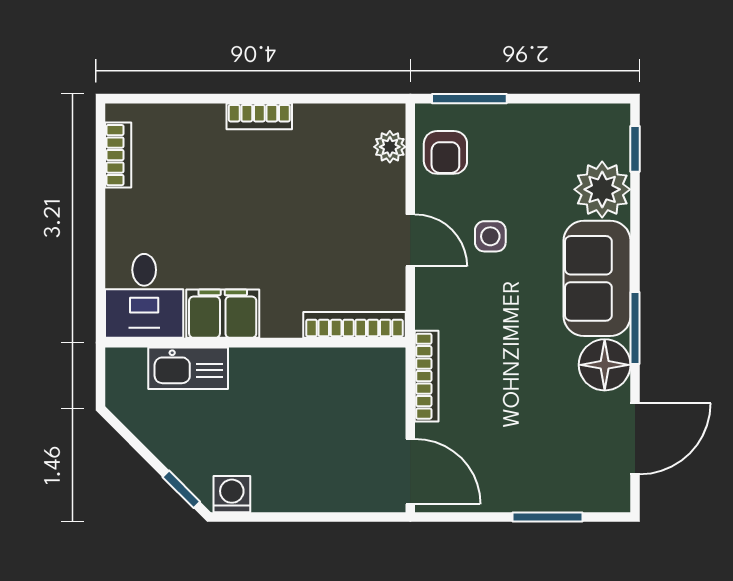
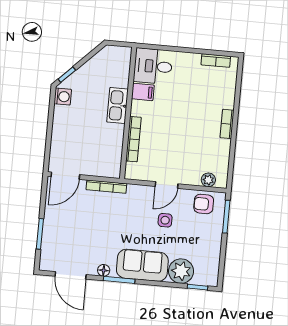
filing cabinet: (223, 314) -> (143, 92), width x0.50
bookcase: (355, 325) -> (133, 139), moved
floor lamp: (605, 365) -> (104, 270), width x0.53, depth x0.53
kitchen sink: (188, 368) -> (117, 106), moved

